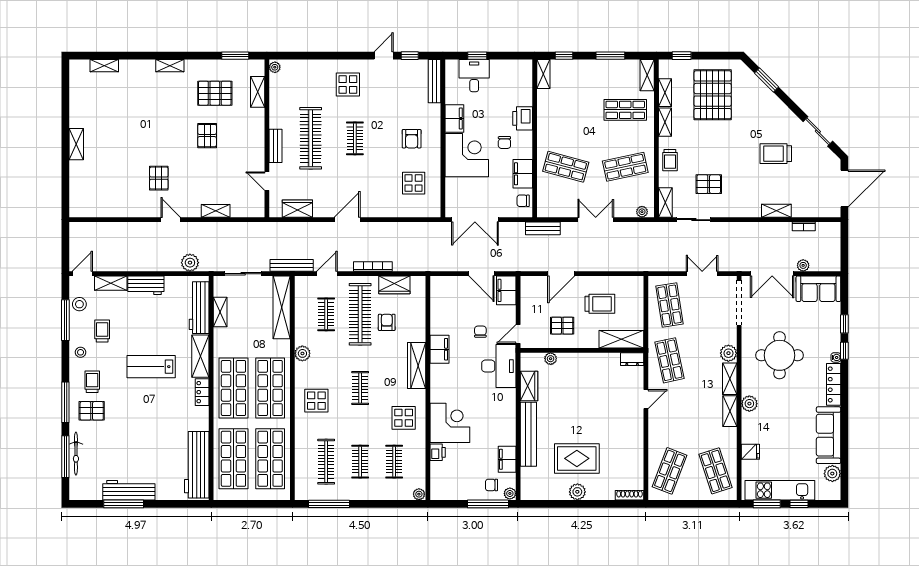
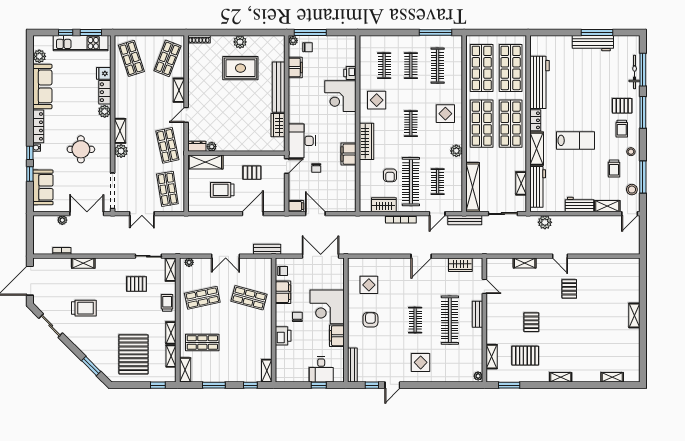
sofa: (818, 289) -> (43, 187), moved, turned 90
filing cabinet: (506, 290) -> (296, 206), width x0.50
round table: (780, 355) -> (81, 149), width x0.73, depth x0.73
plant: (551, 359) -> (212, 147), moved
shelving: (730, 411) -> (179, 90), moved
locker: (749, 428) -> (105, 92), added
workbench: (197, 465) -> (539, 82), moved
plant: (419, 494) -> (365, 40), removed

